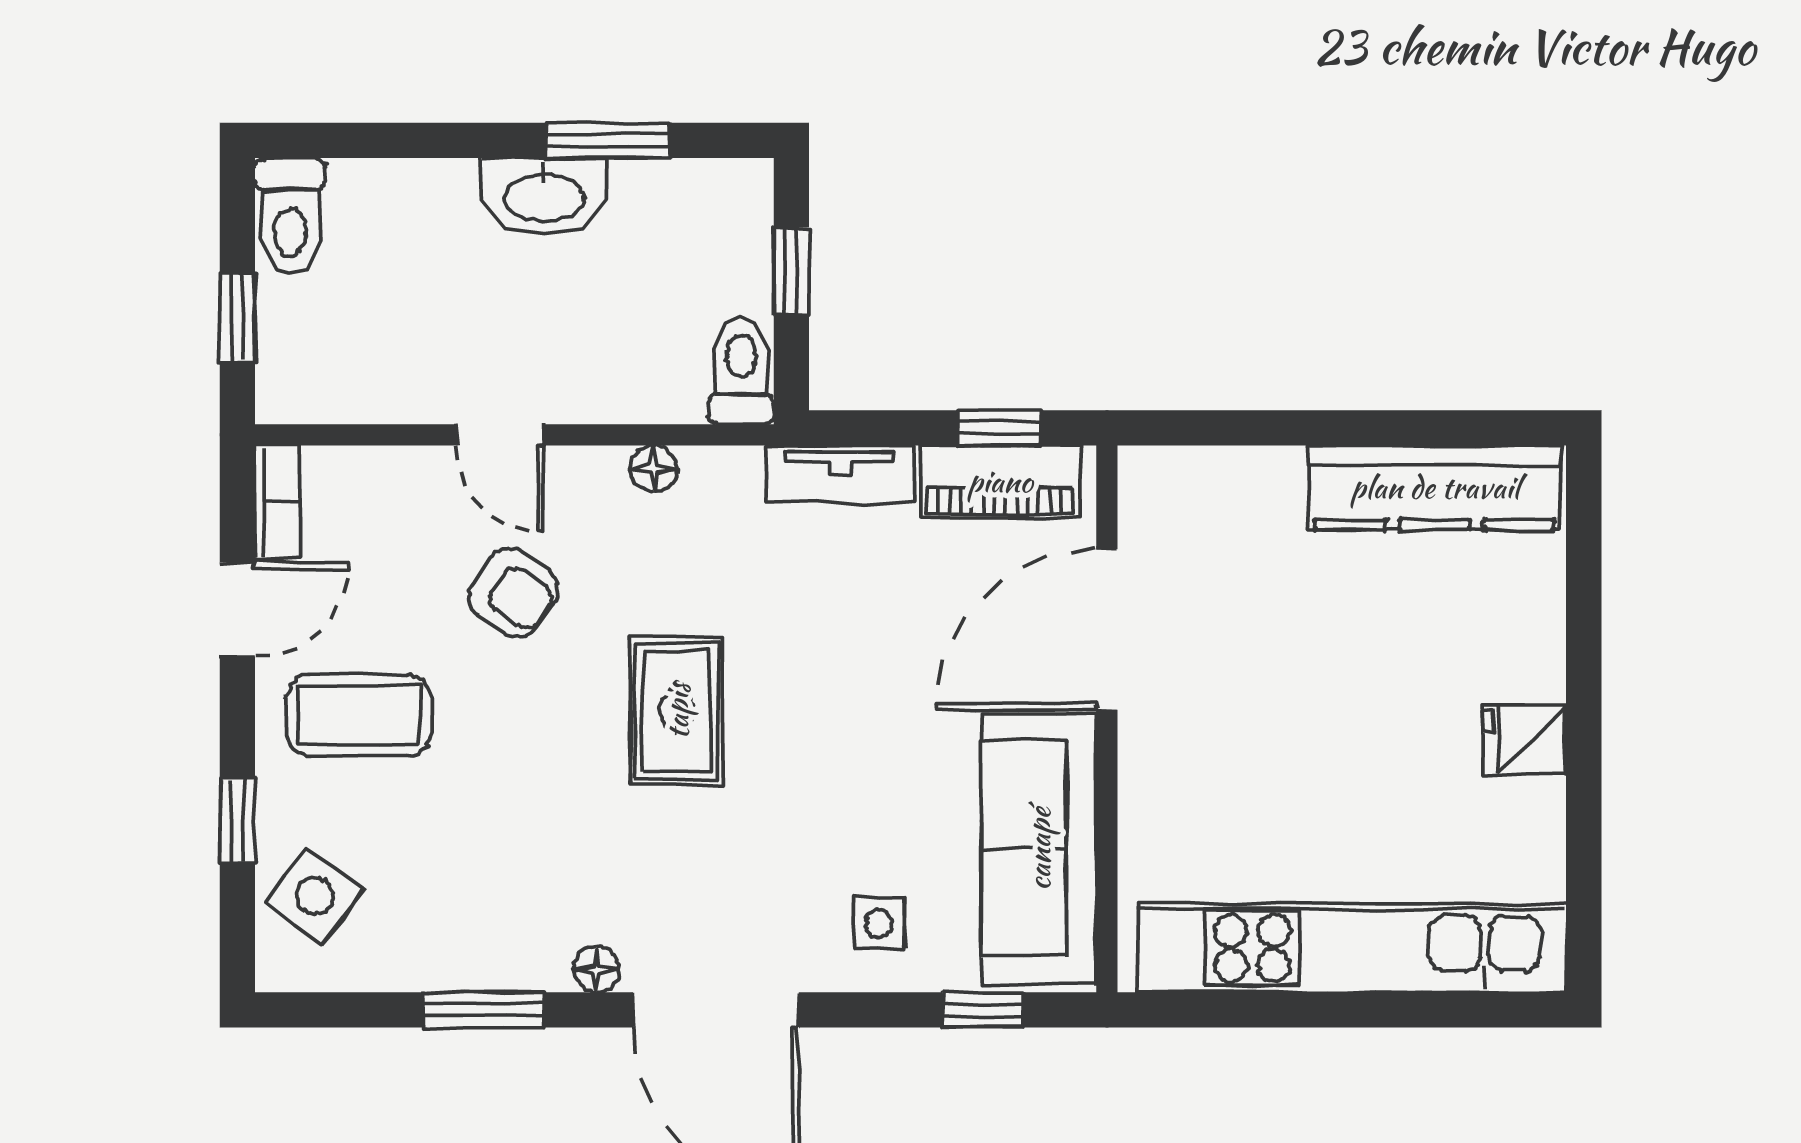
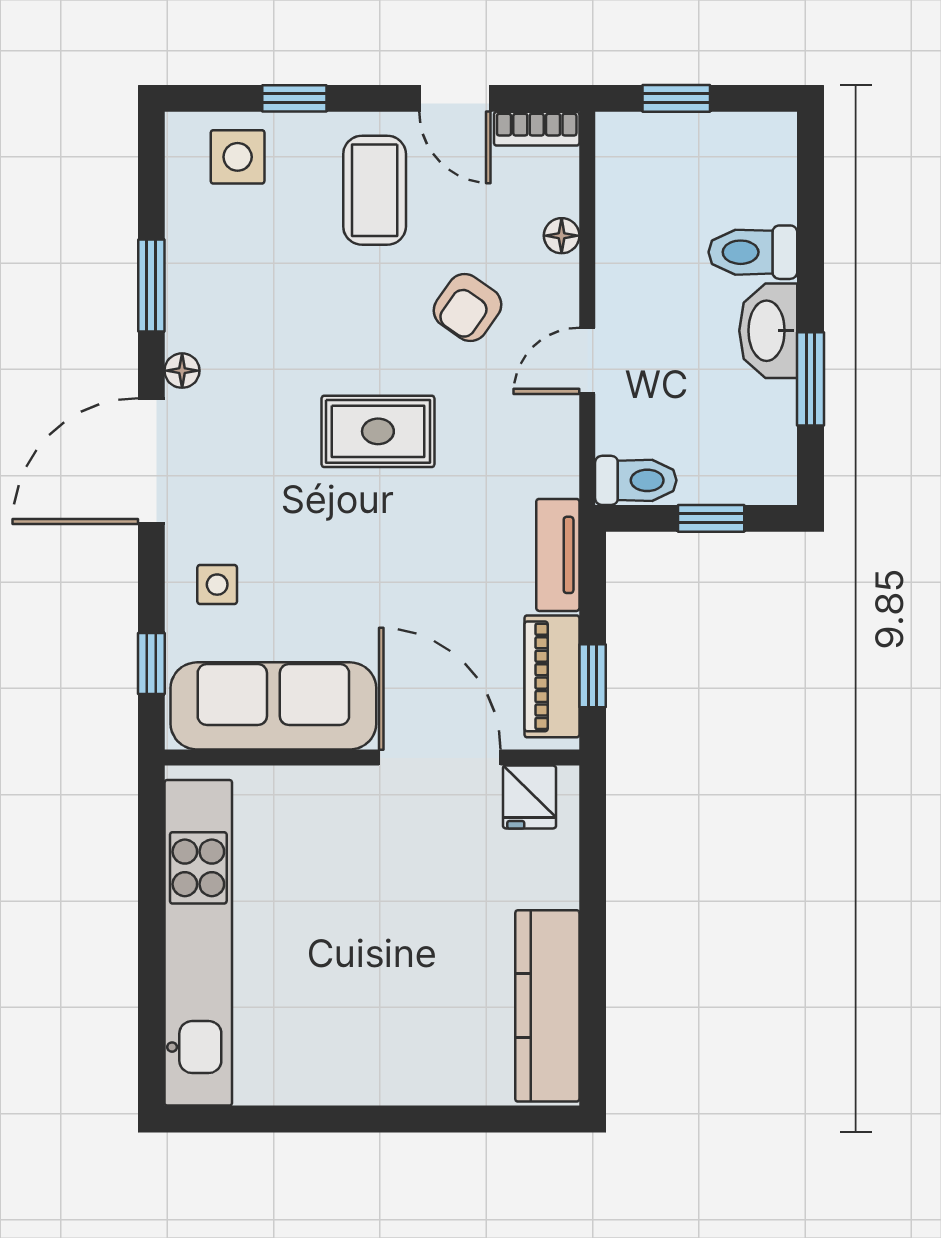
toilet: (290, 216) -> (753, 252), moved
door: (500, 435) -> (587, 361), moved
floor lamp: (654, 469) -> (562, 236), moved
fridge: (1525, 739) -> (529, 797), moved, turned 180
side table: (315, 896) -> (238, 157), turned -35

